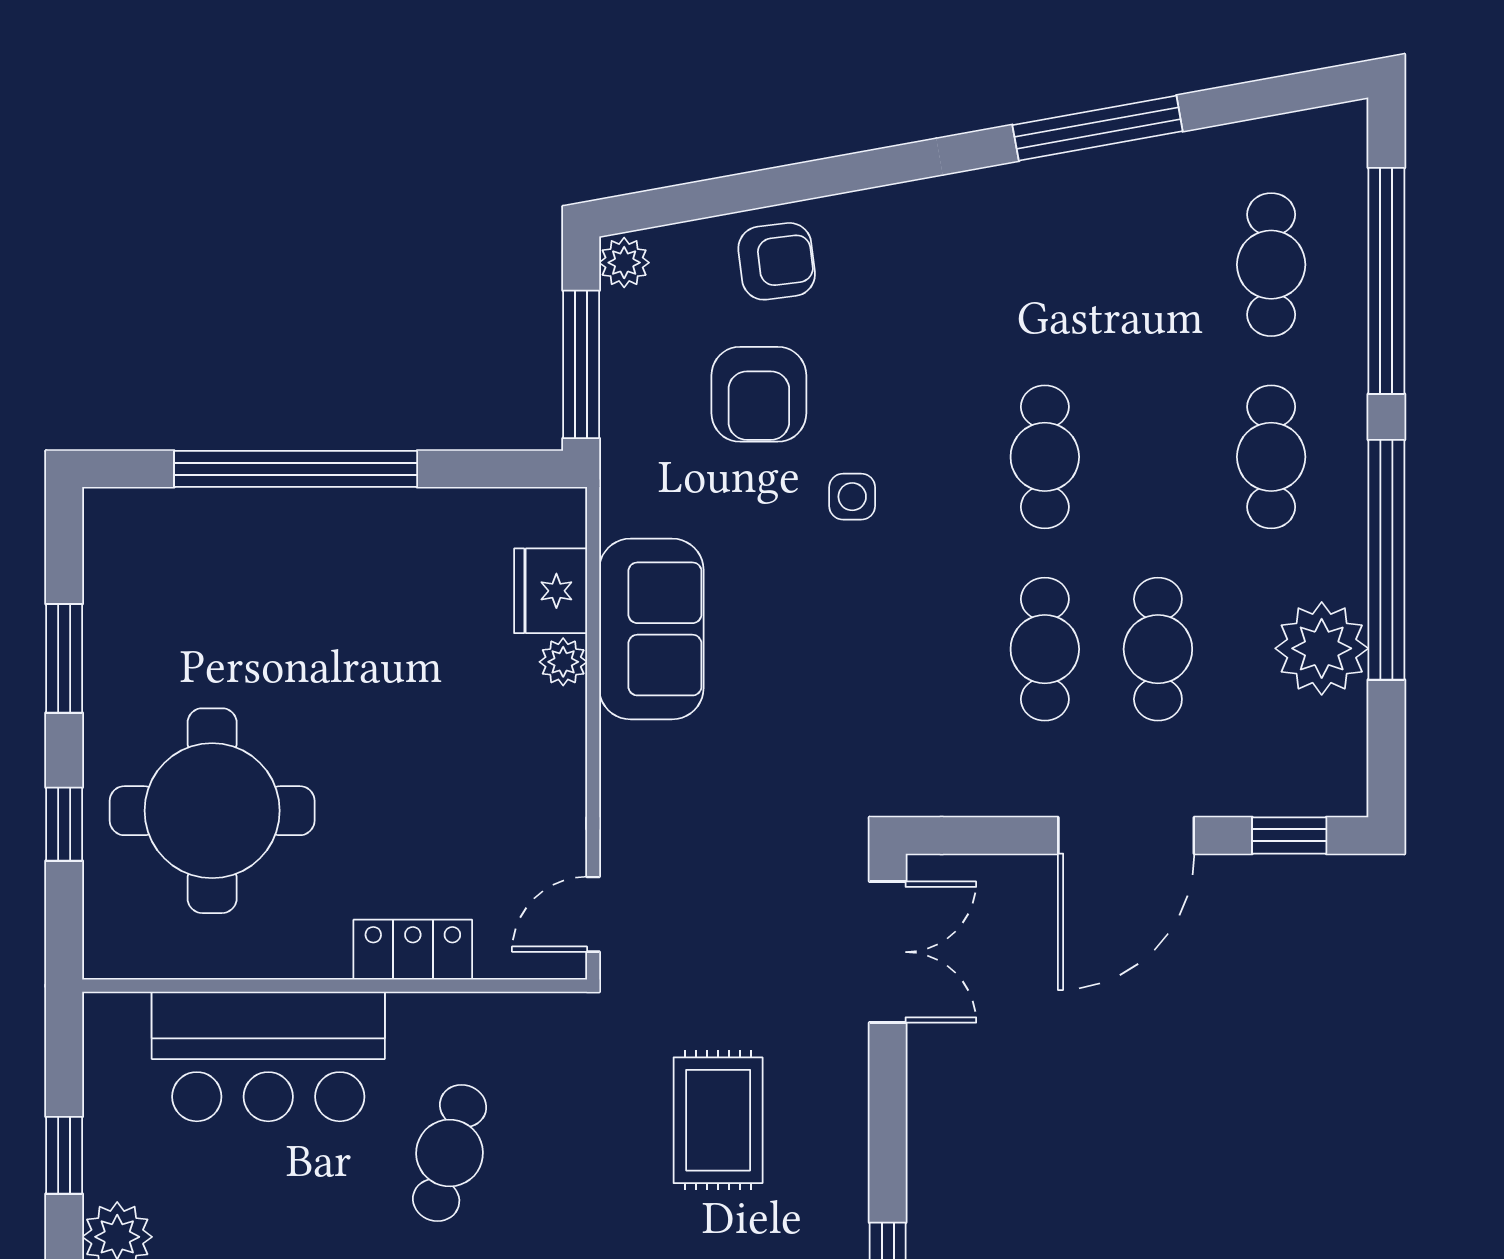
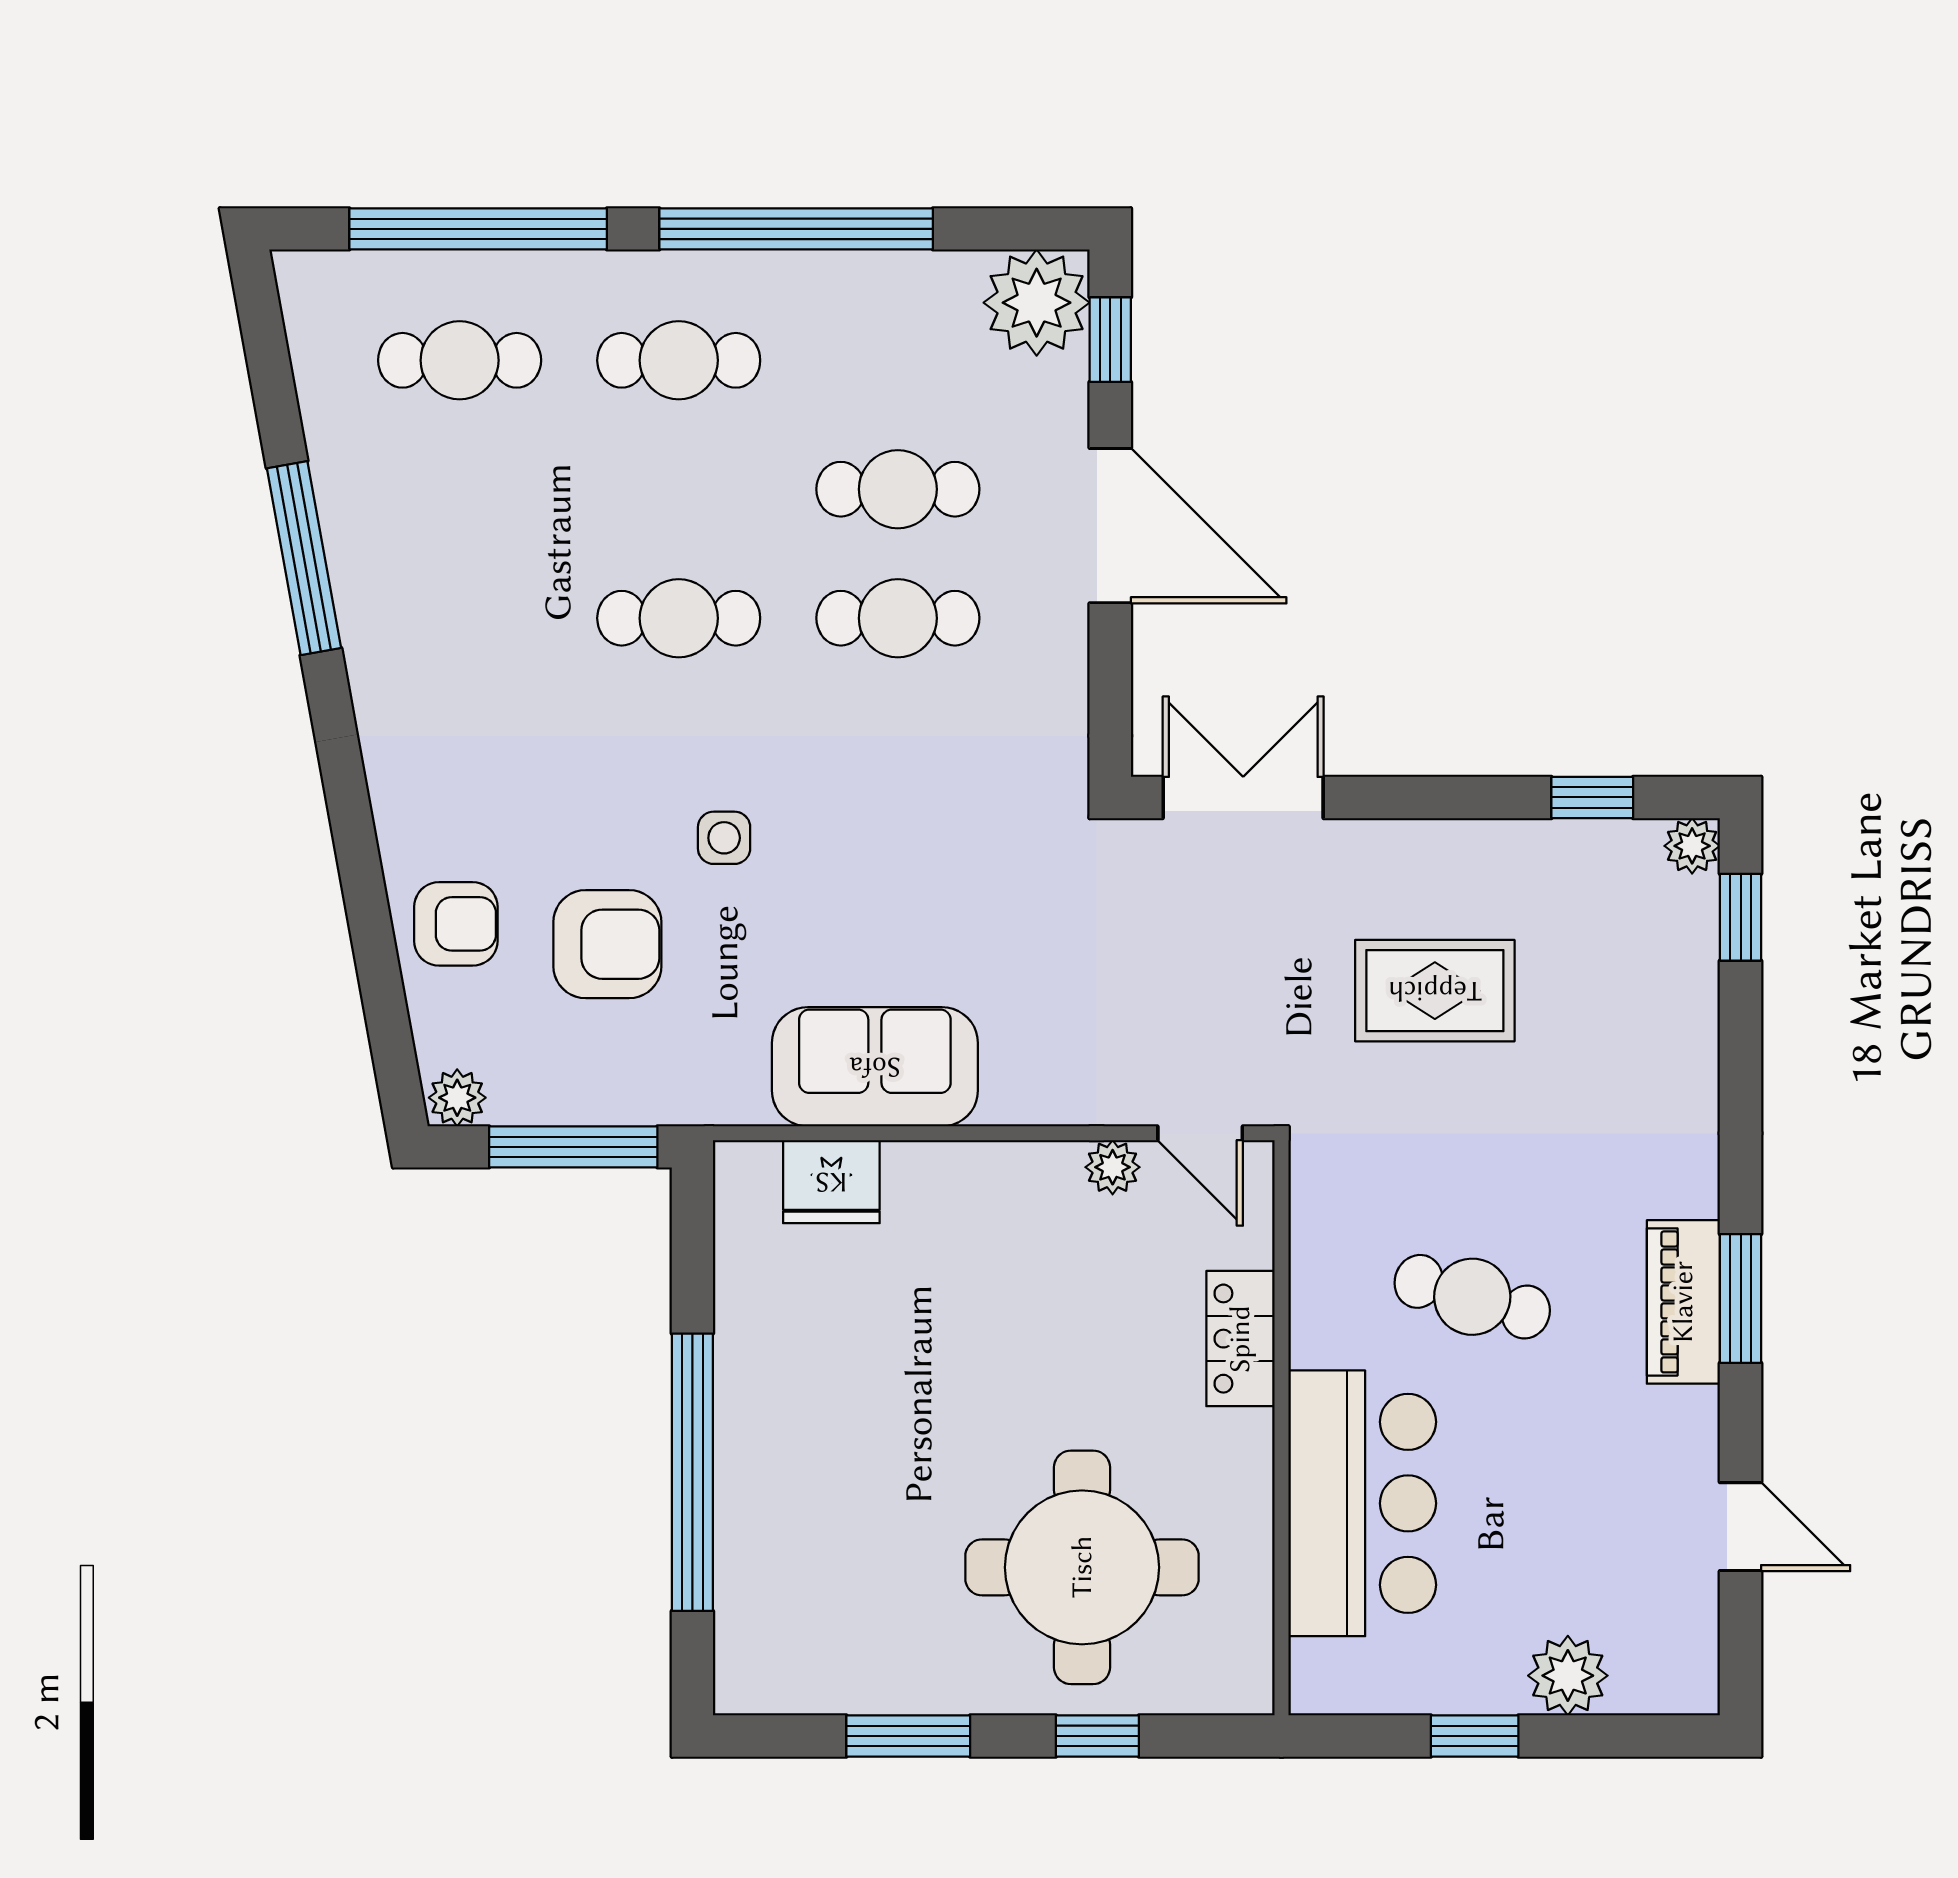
armchair: (777, 261) -> (456, 924), turned 97
plant: (1322, 648) -> (1037, 303), moved
plant: (563, 662) -> (1113, 1167), moved

